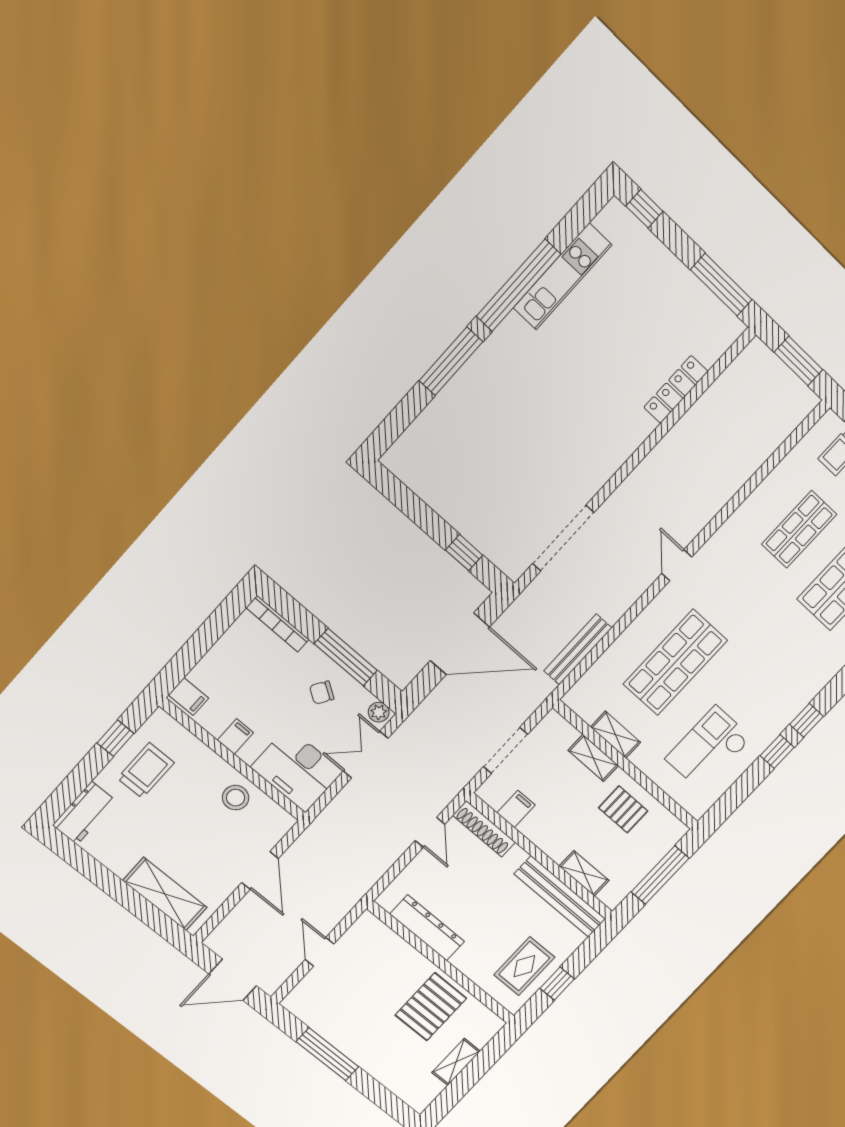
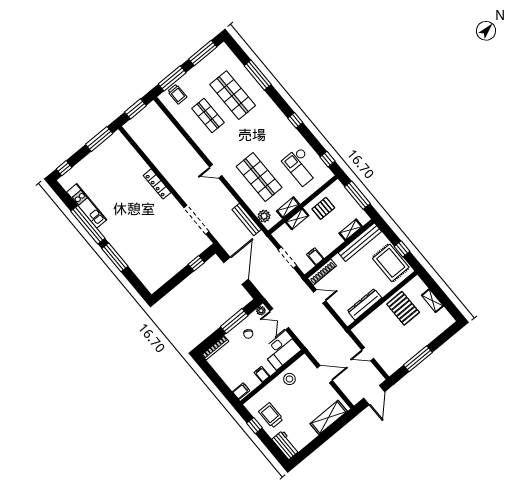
locker: (676, 389) -> (157, 184), moved
plant: (590, 686) -> (264, 216), added
window: (777, 752) -> (327, 159), moved
rug: (524, 966) -> (391, 263), width x1.36, depth x1.43

